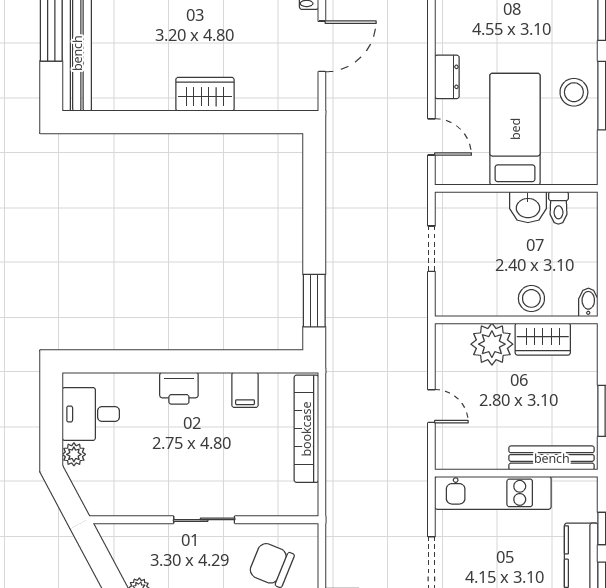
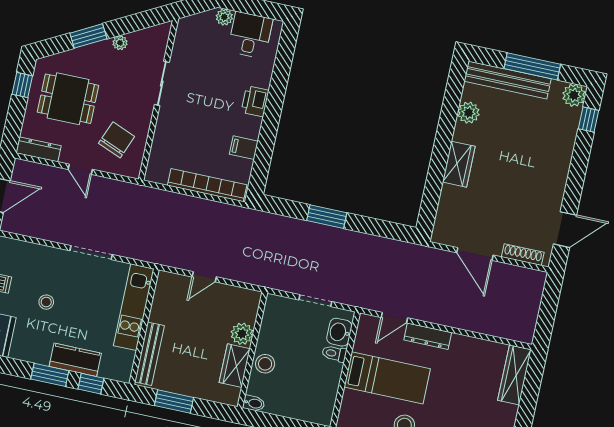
dresser: (447, 77) -> (428, 336), width x1.44
plant: (132, 96) -> (469, 113), added
washbasin: (528, 207) -> (339, 332), moved
toilet: (558, 208) -> (334, 354), moved
window: (314, 301) -> (327, 217), moved
plant: (492, 344) -> (242, 334), width x0.73, depth x0.73
sliding door: (204, 520) -> (162, 83), moved

